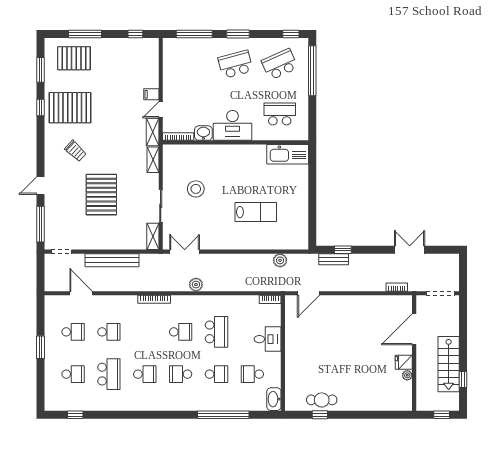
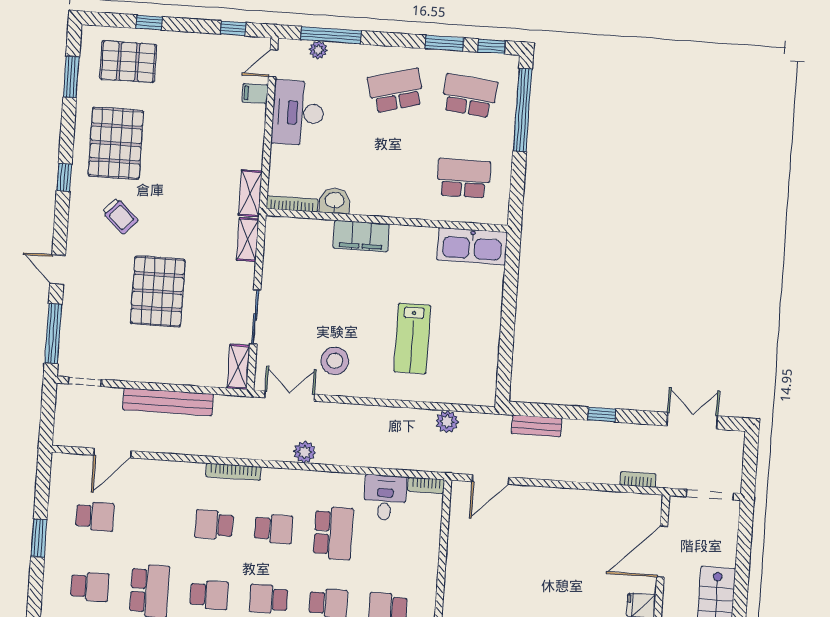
window: (85, 34) -> (149, 23), width x0.46
window: (238, 34) -> (444, 43), moved
plant: (187, 43) -> (318, 50), added
school desk: (280, 64) -> (469, 96), turned 30
filing cabinet: (151, 94) -> (255, 94), moved
window: (41, 107) -> (64, 177), moved
pallet: (70, 108) -> (116, 143), turned 90
door: (161, 110) -> (273, 63), moved
desk: (232, 125) -> (298, 113), moved, turned 90
filing cabinet: (221, 153) -> (361, 236), added
door: (41, 186) -> (58, 270), hinge flipped
stool: (196, 189) -> (335, 361), moved
lab bench: (256, 212) -> (412, 338), turned 90
window: (343, 250) -> (602, 414), moved
double door: (410, 250) -> (692, 421), moved
door: (81, 293) -> (113, 453), swing flipped
school desk: (109, 332) -> (214, 525), moved, turned 180
desk: (268, 339) -> (385, 498), moved, turned -90

